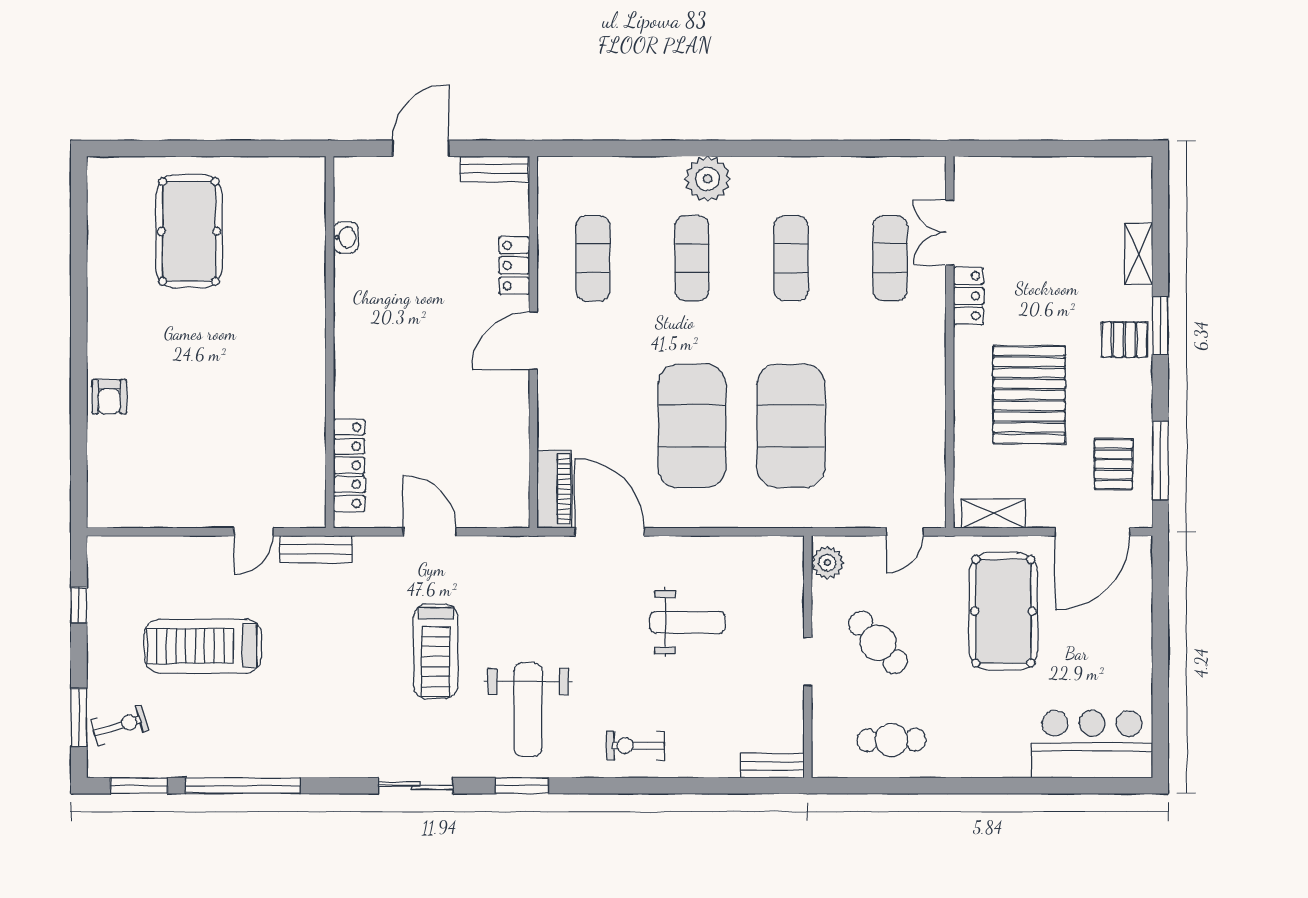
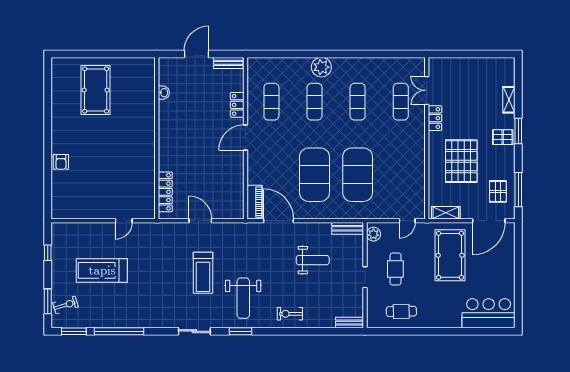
bench: (316, 549) -> (348, 228), moved
cafe table: (878, 643) -> (395, 269), turned 42

